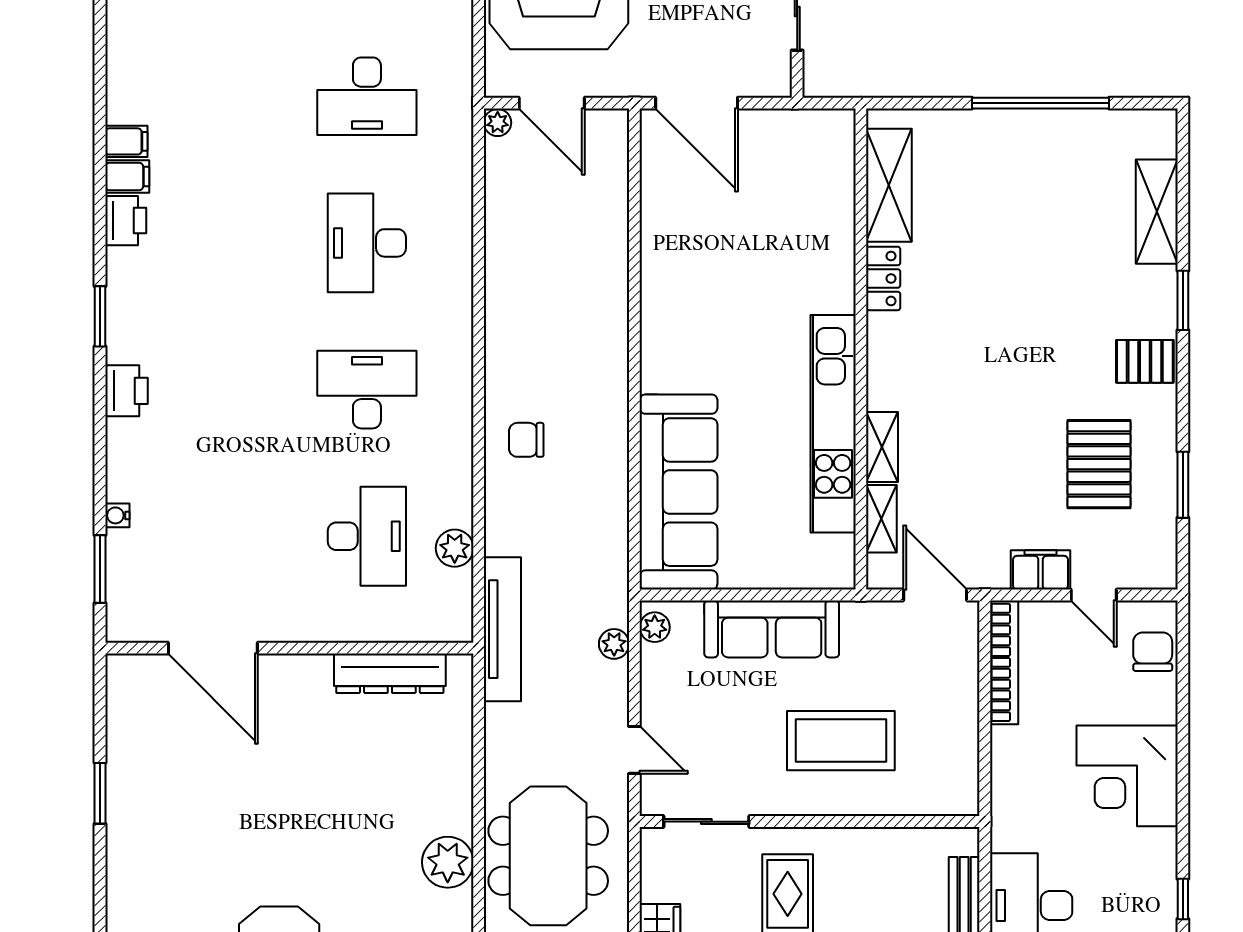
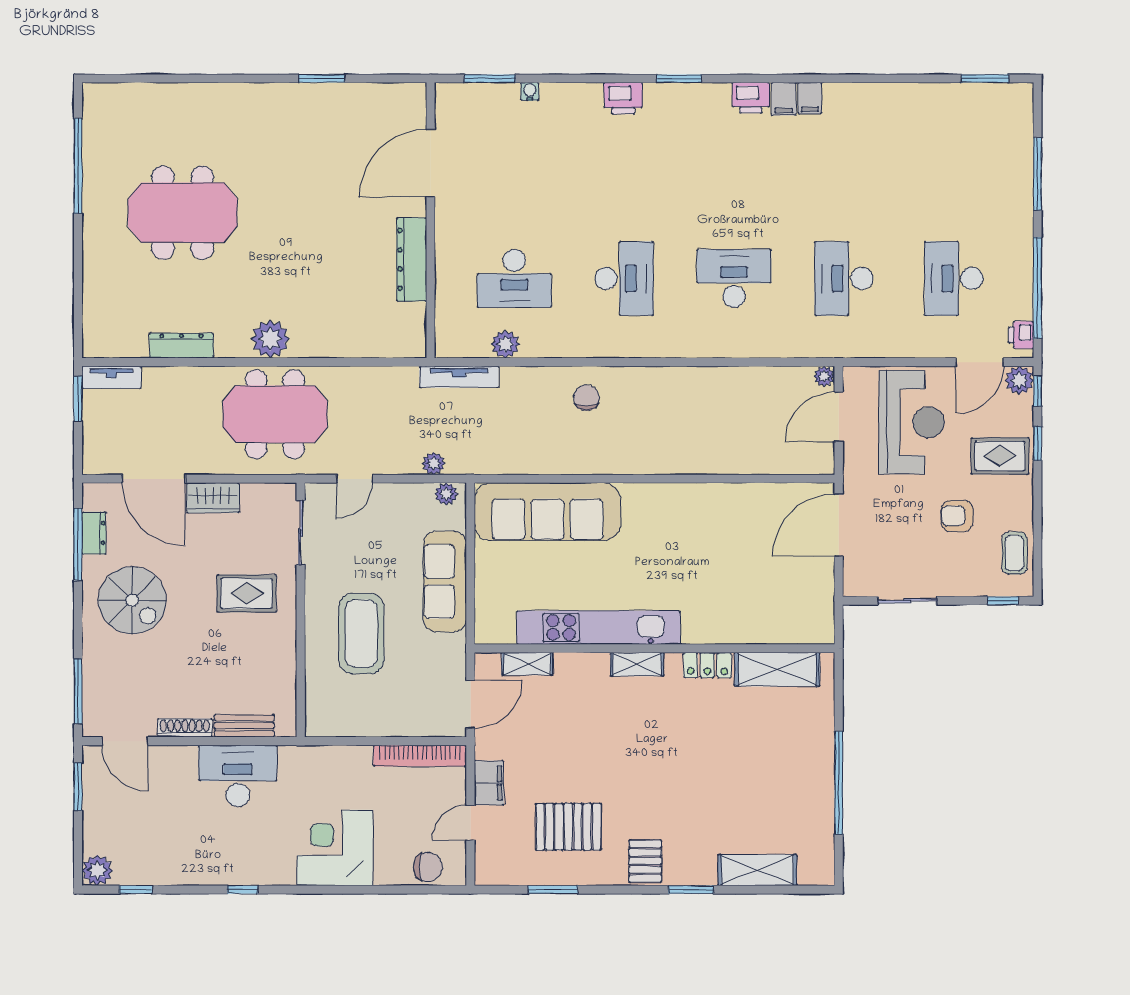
shelving: (882, 447) -> (637, 664), moved
tv unit: (502, 629) -> (459, 377), width x0.73, depth x0.78
dresser: (390, 673) -> (412, 259), moved

